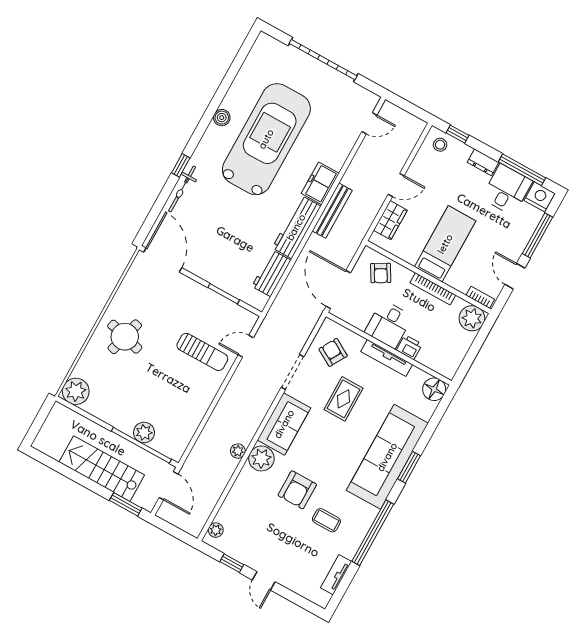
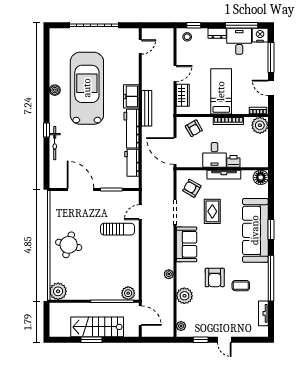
door: (163, 260) -> (81, 189), moved
plant: (144, 433) -> (128, 293), moved
plant: (261, 458) -> (184, 296), moved
window: (126, 504) -> (91, 340), moved

